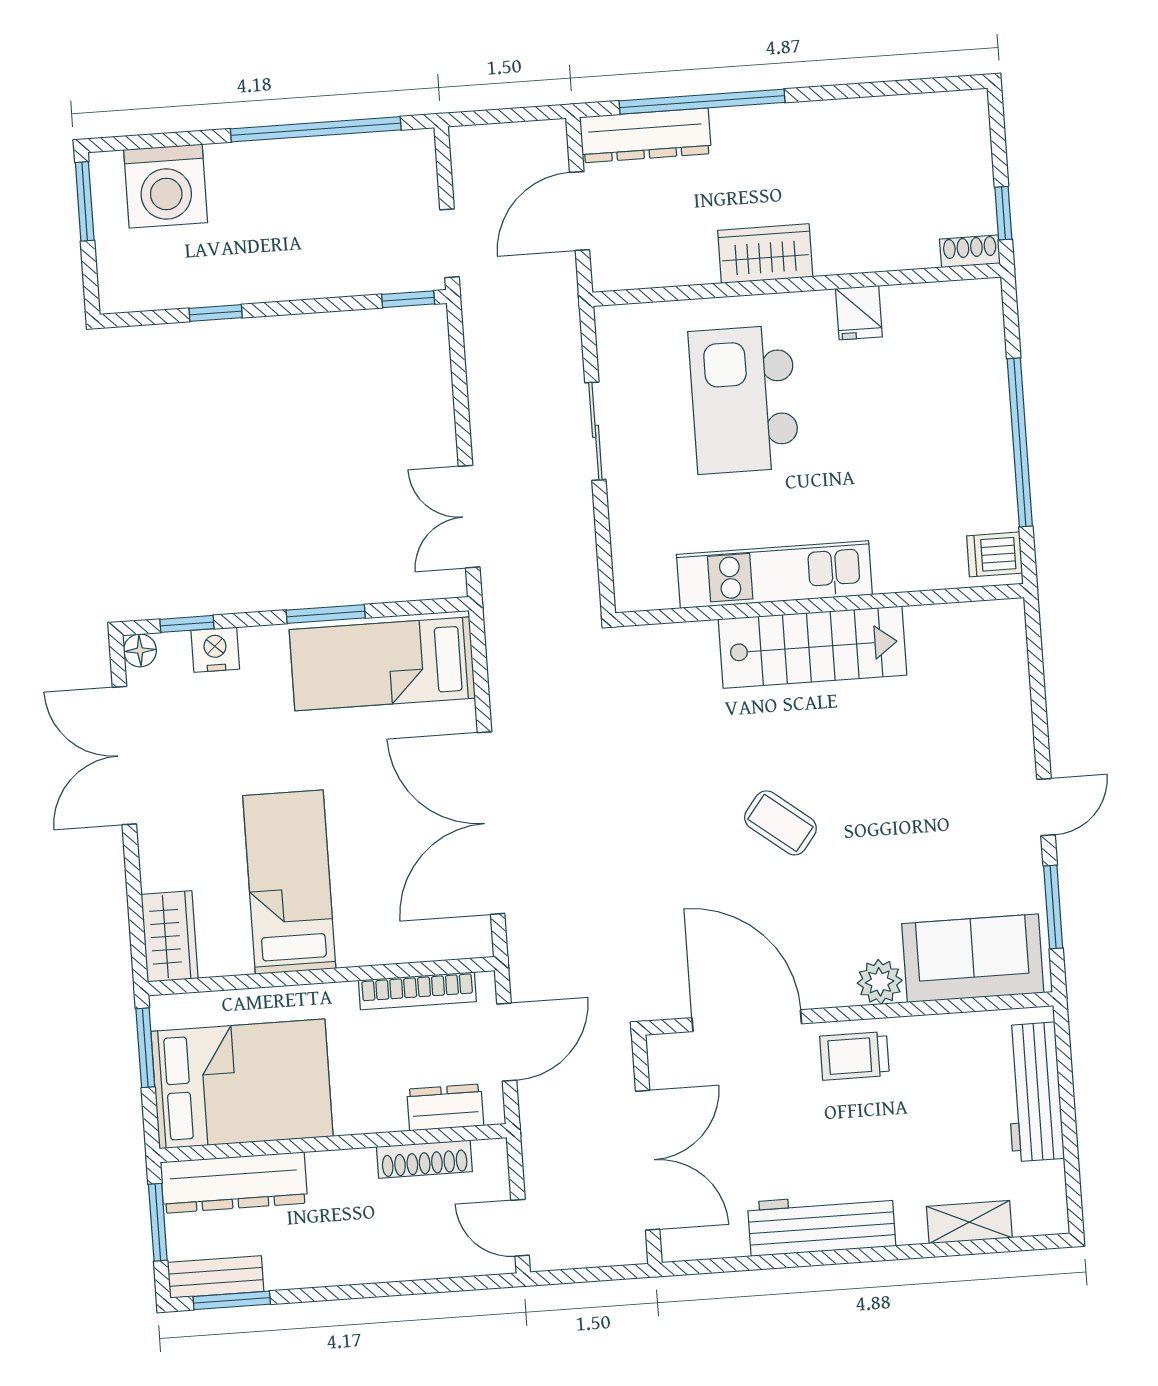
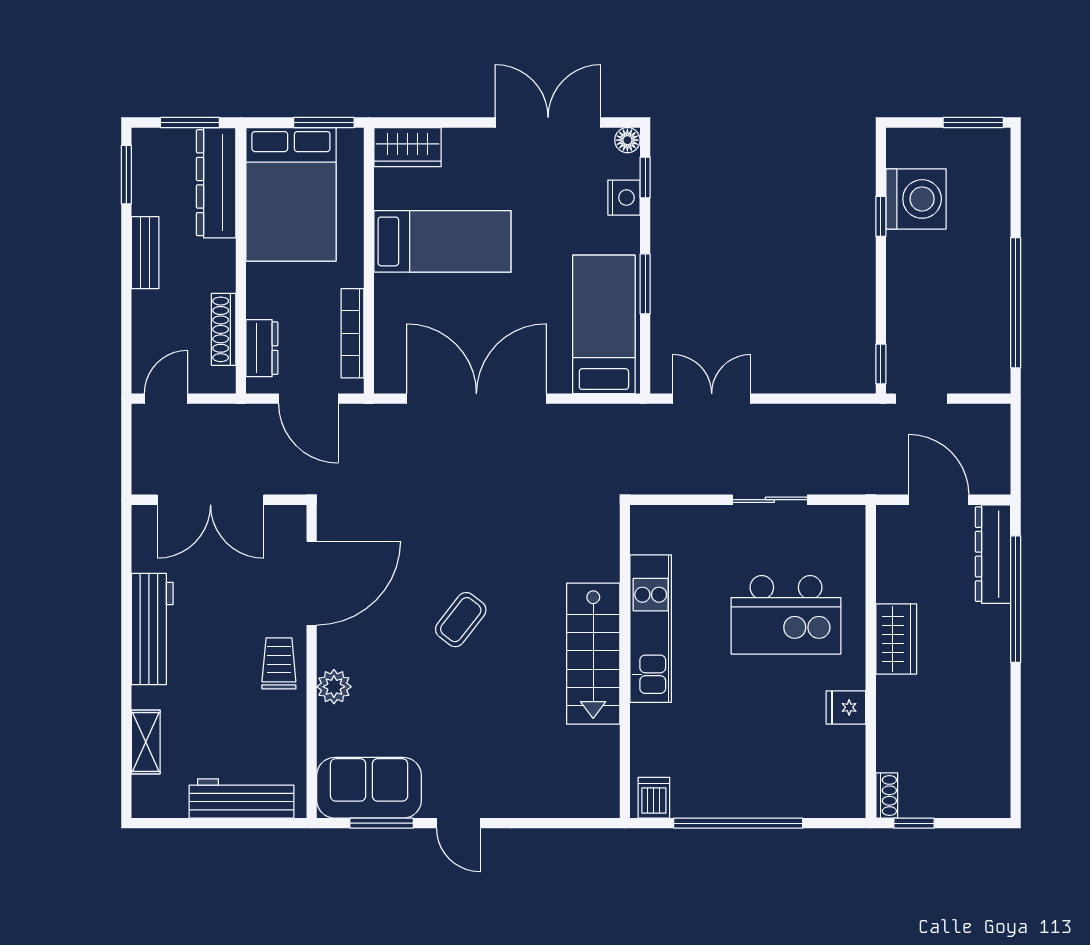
washing machine: (166, 186) -> (916, 199), moved, turned 180
kitchen island: (744, 399) -> (786, 615), turned 180
sofa: (973, 958) -> (369, 788), moved, turned -90
bench: (216, 1277) -> (145, 253), moved

